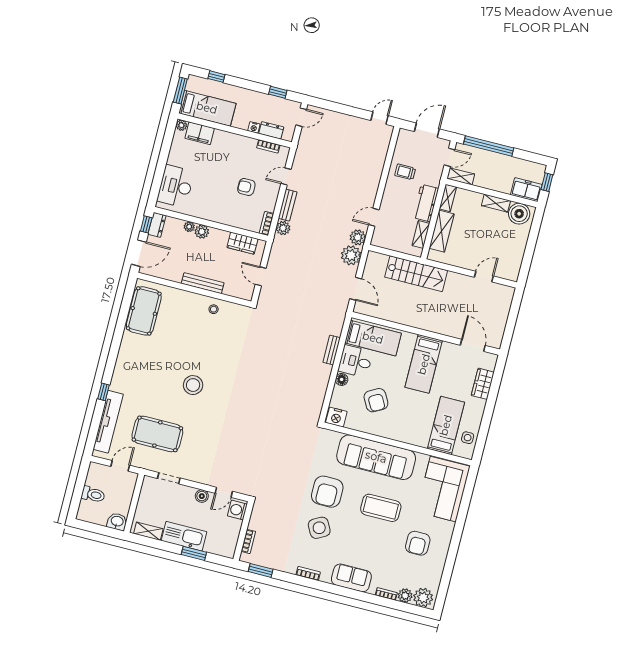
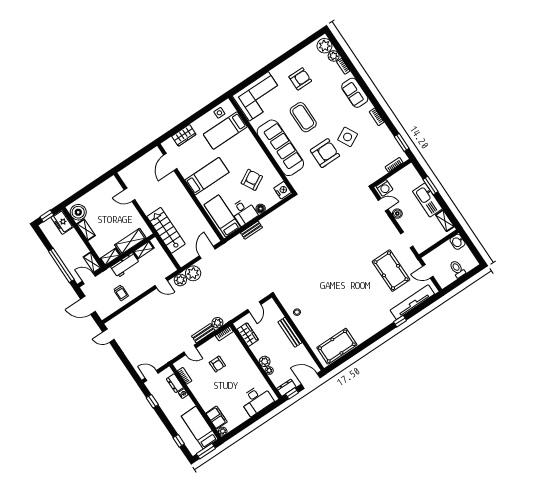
stool: (193, 385) -> (347, 280), removed

